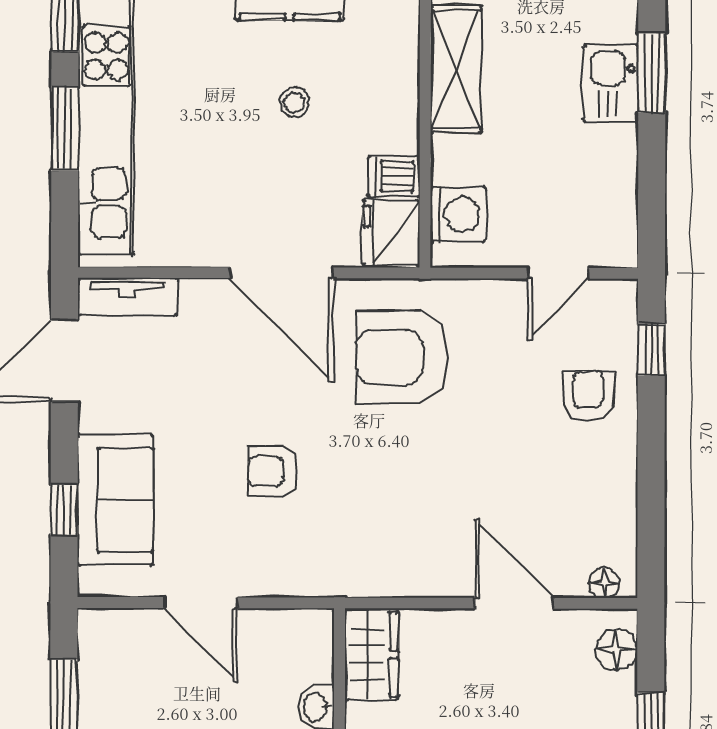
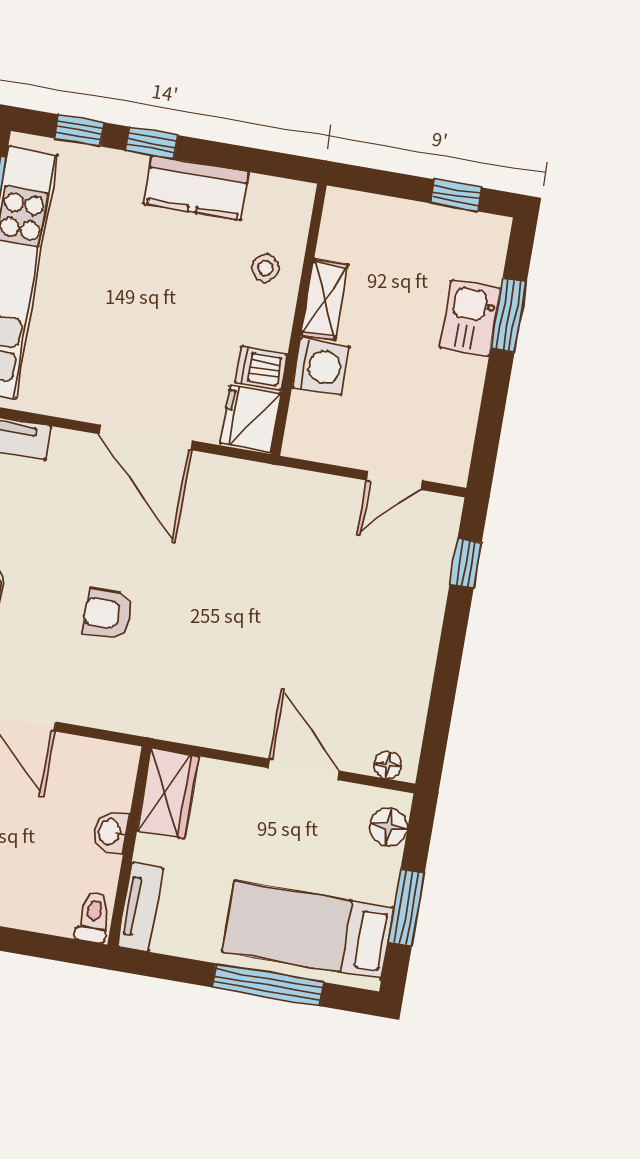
shelving: (456, 69) -> (325, 300), width x0.67, depth x0.75
stool: (295, 103) -> (265, 268), moved
washing machine: (458, 214) -> (321, 367), moved
armchair: (402, 357) -> (241, 532), removed
armchair: (588, 396) -> (402, 595), removed

